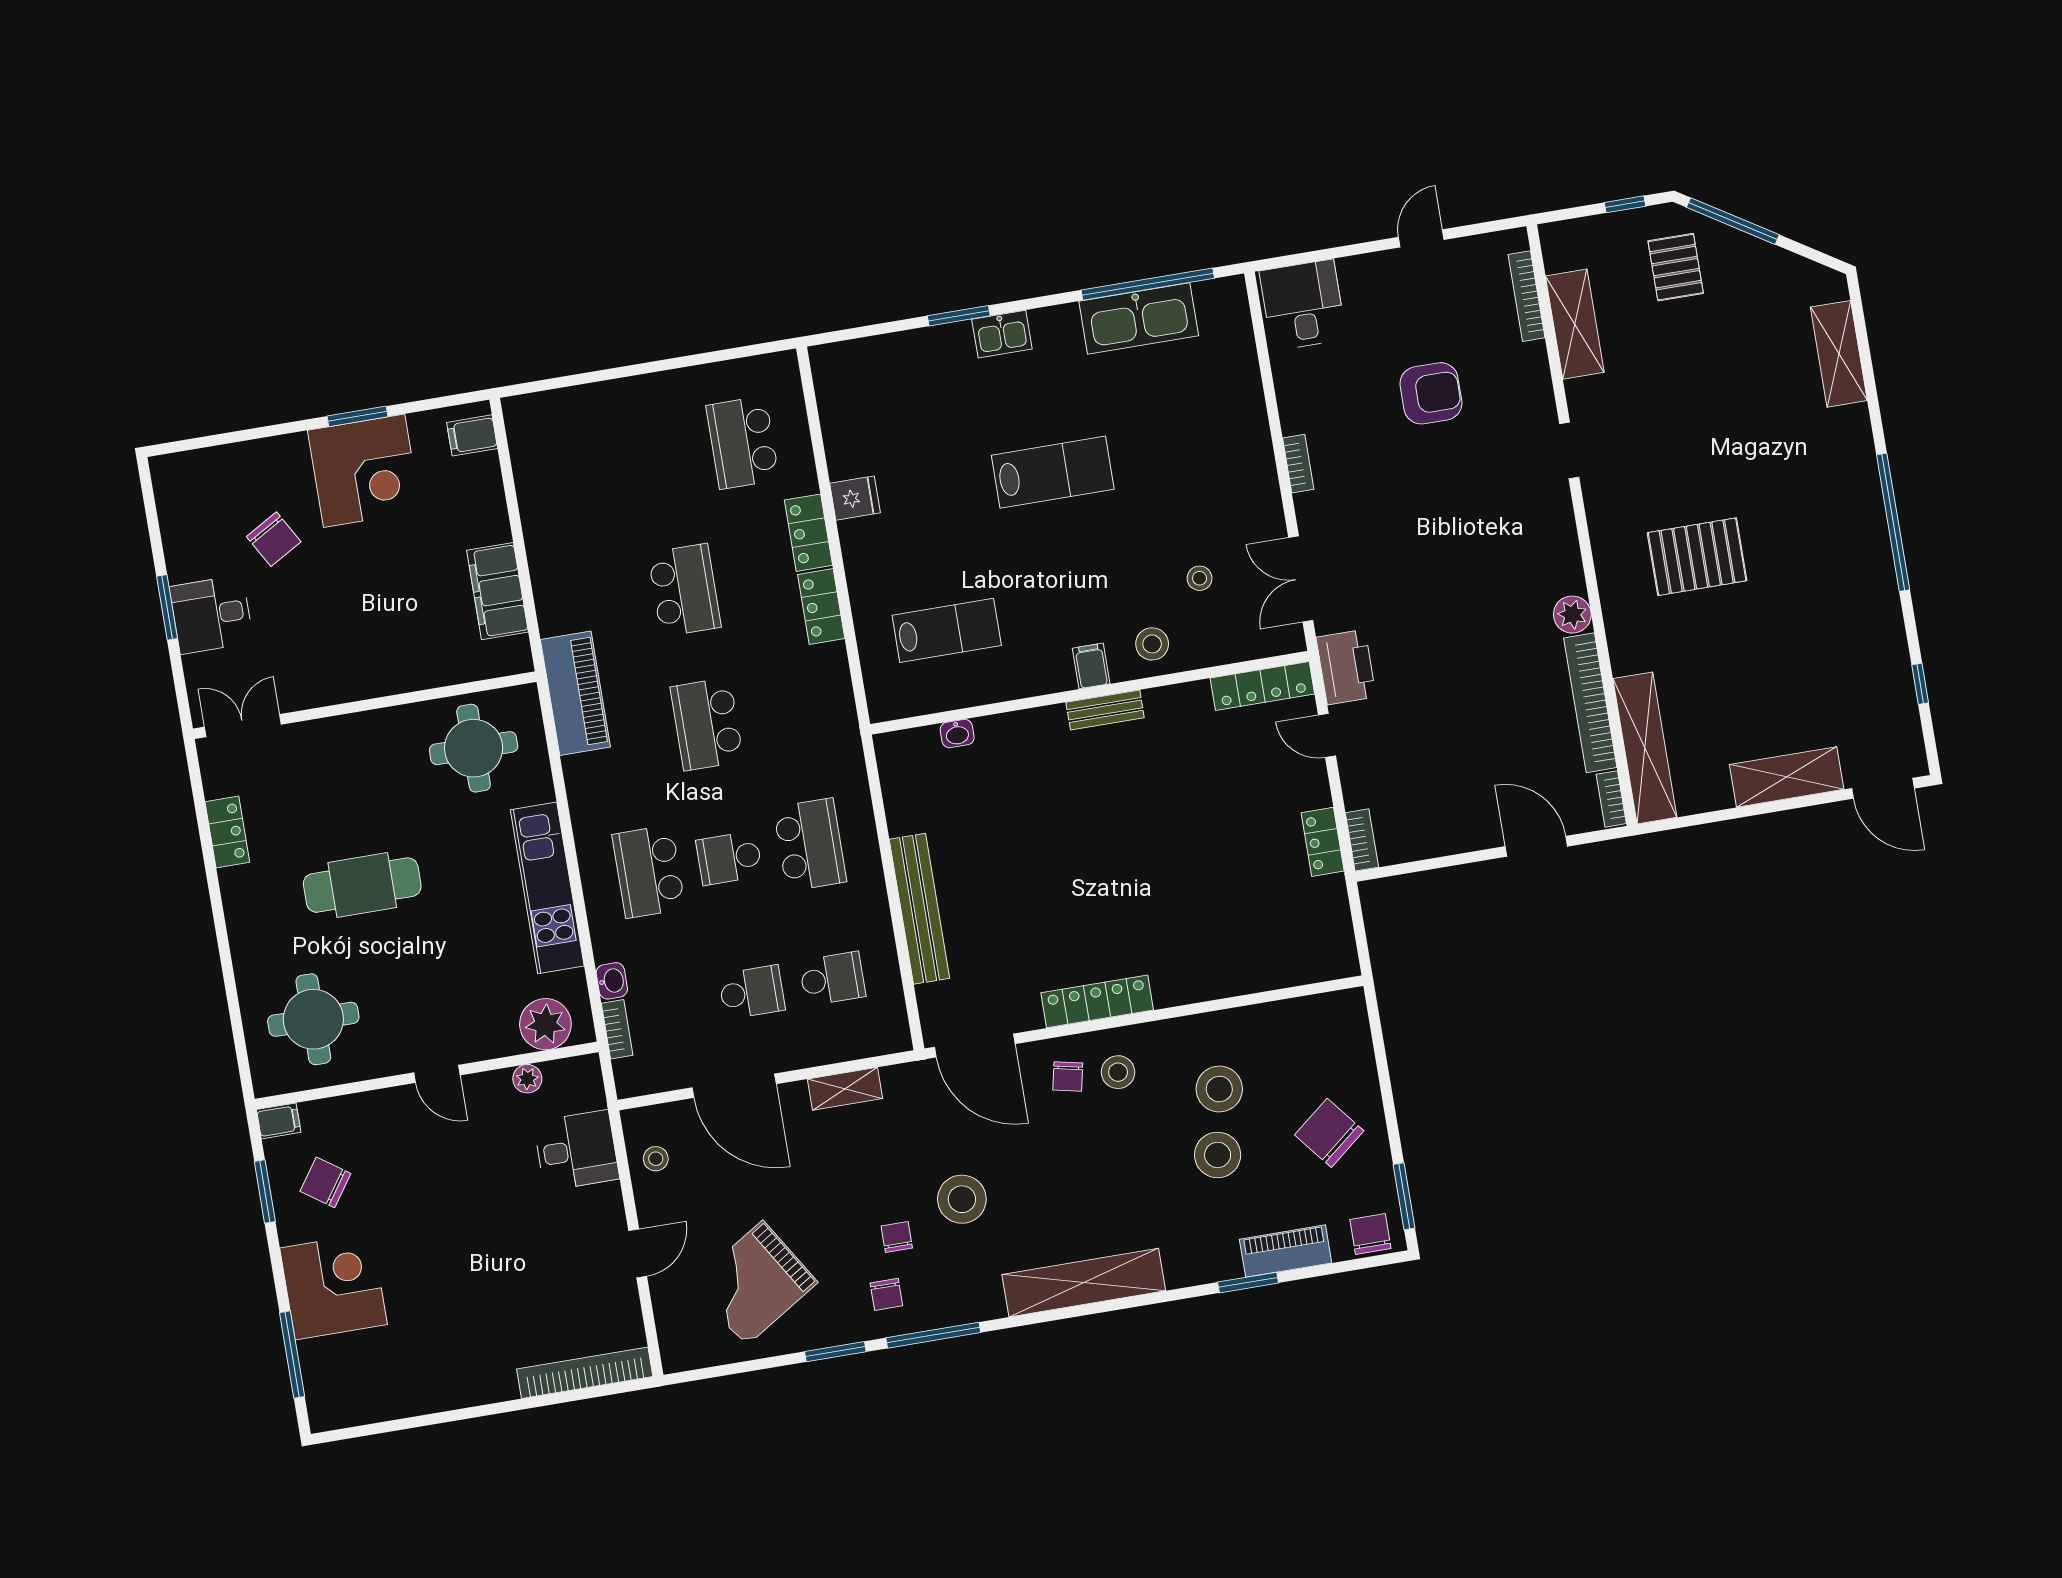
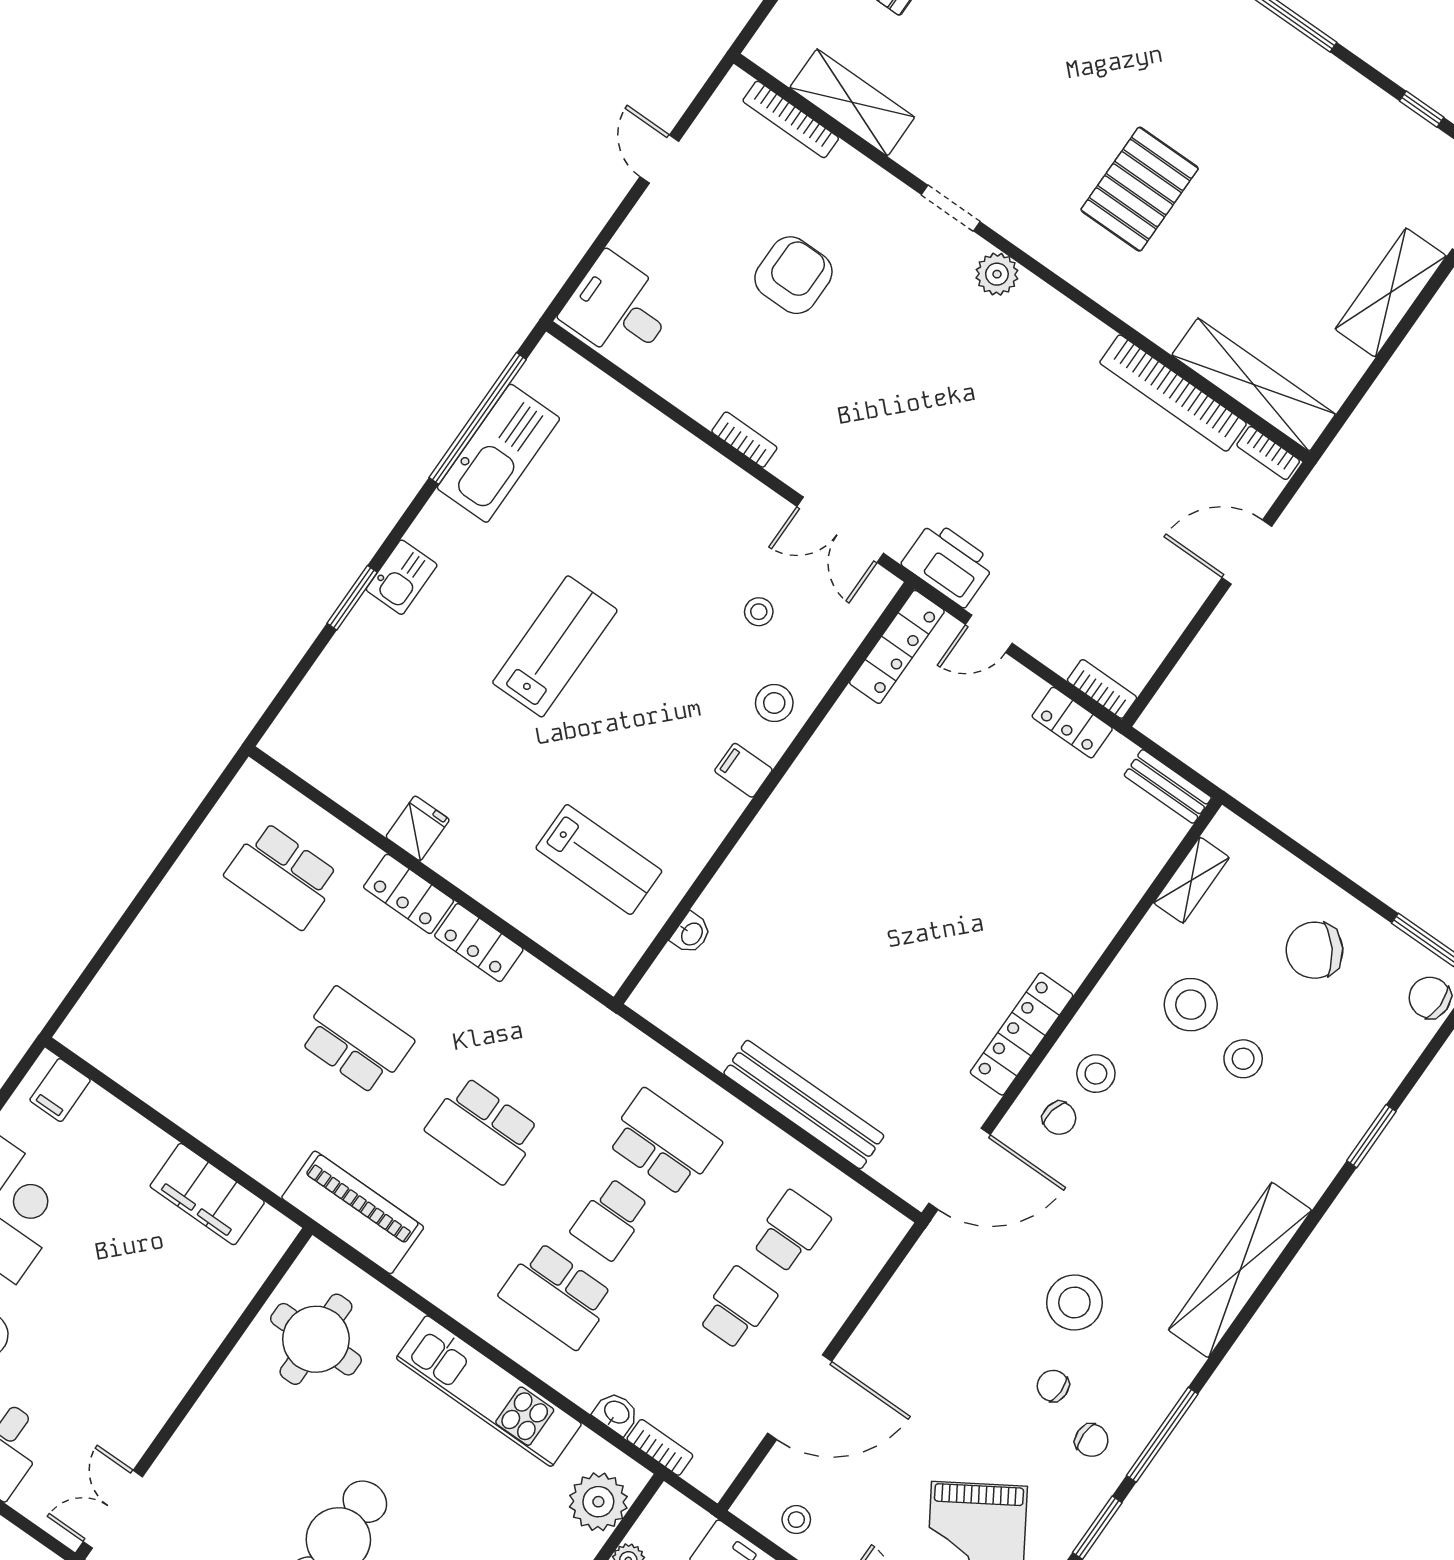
plant: (1572, 615) -> (997, 274), moved
lab bench: (947, 630) -> (599, 860), turned 90
bench: (1105, 710) -> (1168, 786), moved, turned 90
shelving: (845, 1089) -> (1191, 880), moved
stool: (1218, 1155) -> (1243, 1059), width x0.73, depth x0.73
piano: (1286, 1251) -> (1376, 1080), removed

